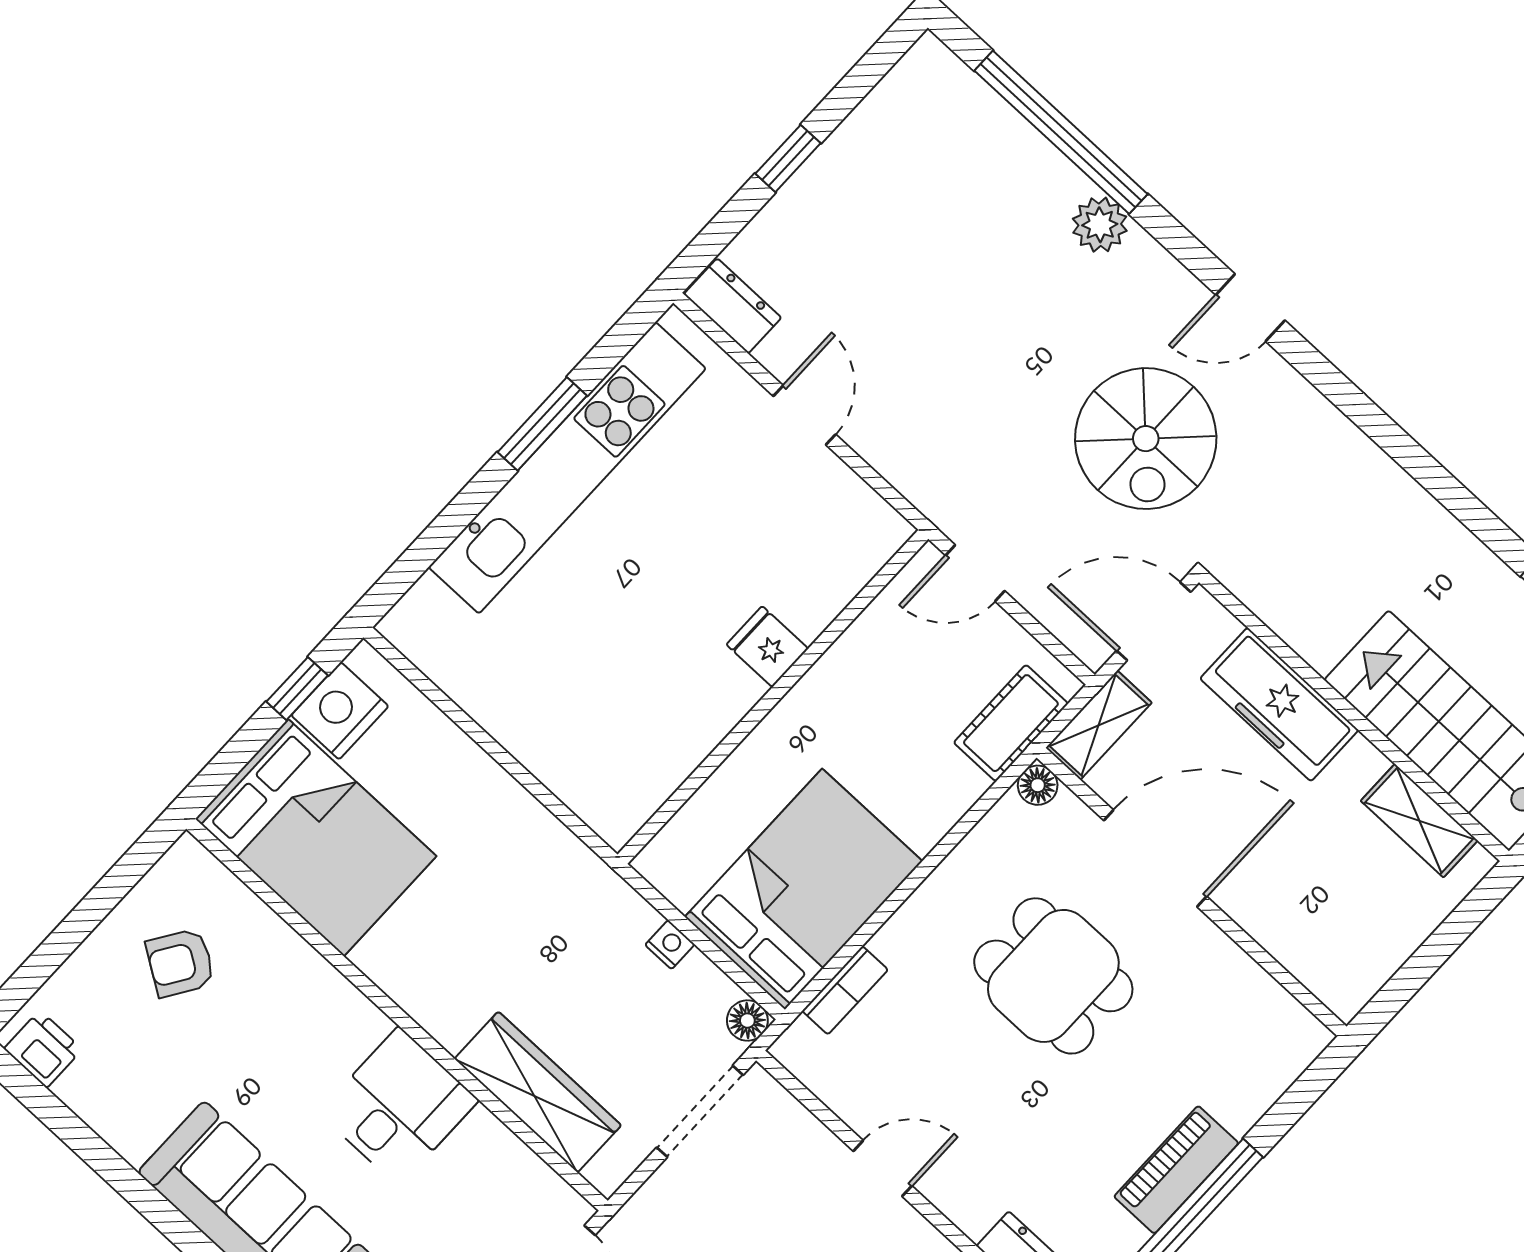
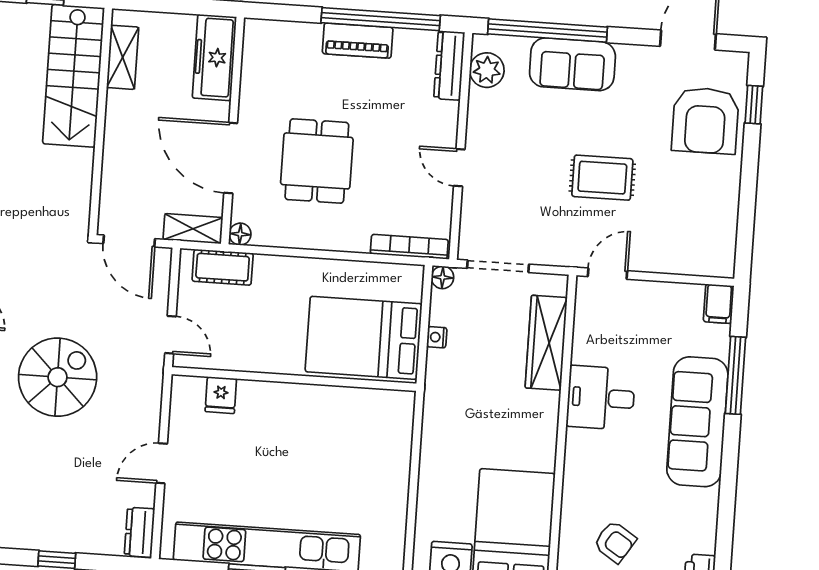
spiral stairs: (1146, 439) -> (58, 377), moved
fridge: (767, 647) -> (221, 395), moved
freezer: (1279, 704) -> (214, 57), moved, turned 180
bed: (804, 889) -> (364, 338), moved
bookcase: (845, 990) -> (409, 247), width x1.56

